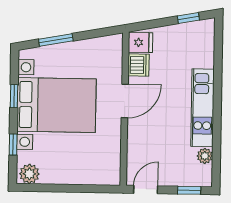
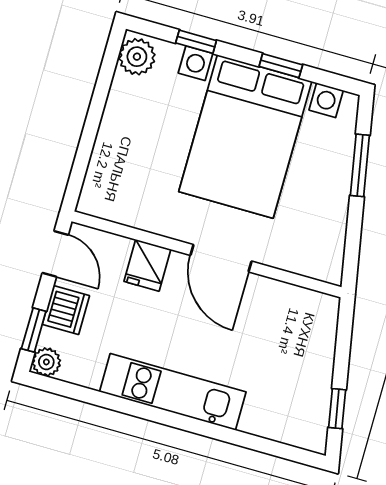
fridge: (140, 42) -> (147, 265), moved
dishwasher: (138, 65) -> (66, 310), moved, turned -90
plant: (205, 156) -> (46, 362), moved

